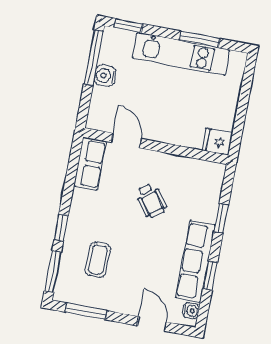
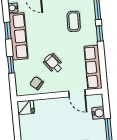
water cooler: (105, 76) -> (98, 113), moved
row of seats: (90, 164) -> (93, 67), width x1.48
chair: (188, 176) -> (37, 83), added

